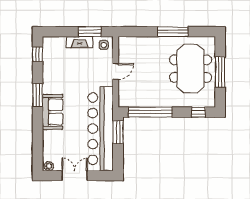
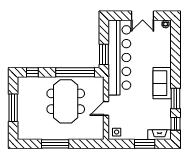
window: (90, 32) -> (145, 144), moved
fireplace: (80, 42) -> (160, 135), moved
meeting table: (191, 69) -> (66, 101), moved
window: (38, 95) -> (176, 98), moved
sofa: (53, 112) -> (162, 83), moved

